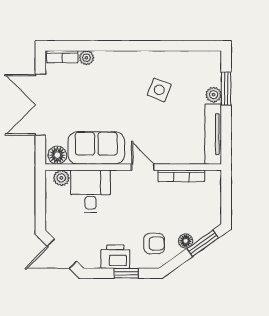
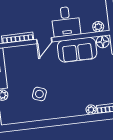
door: (143, 167) -> (44, 41), hinge flipped
desk: (91, 191) -> (66, 22), moved

